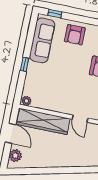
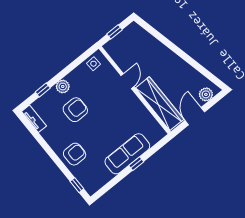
sofa: (42, 40) -> (127, 154), moved
plant: (26, 101) -> (160, 132), removed

